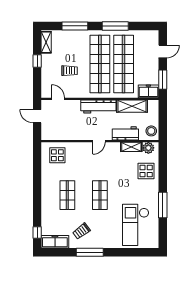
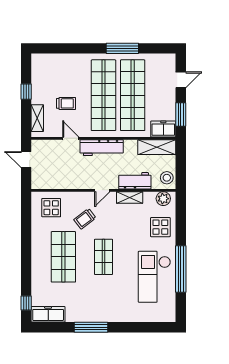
window: (75, 26) -> (73, 48), removed
shelving: (46, 42) -> (37, 118), moved
door: (58, 99) -> (71, 138), moved
shelving: (132, 106) -> (157, 147), moved
shelving: (131, 147) -> (130, 197), moved
shop shelf: (67, 195) -> (63, 257), width x1.43, depth x1.36
window: (163, 205) -> (181, 269), width x1.46
checkout: (136, 225) -> (154, 277), moved
trolley: (81, 231) -> (85, 219), moved

